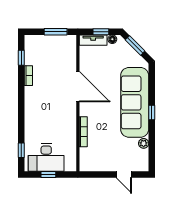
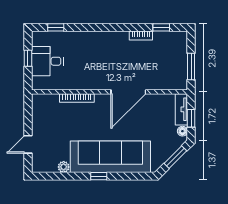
desk: (46, 158) -> (47, 61), width x0.73

